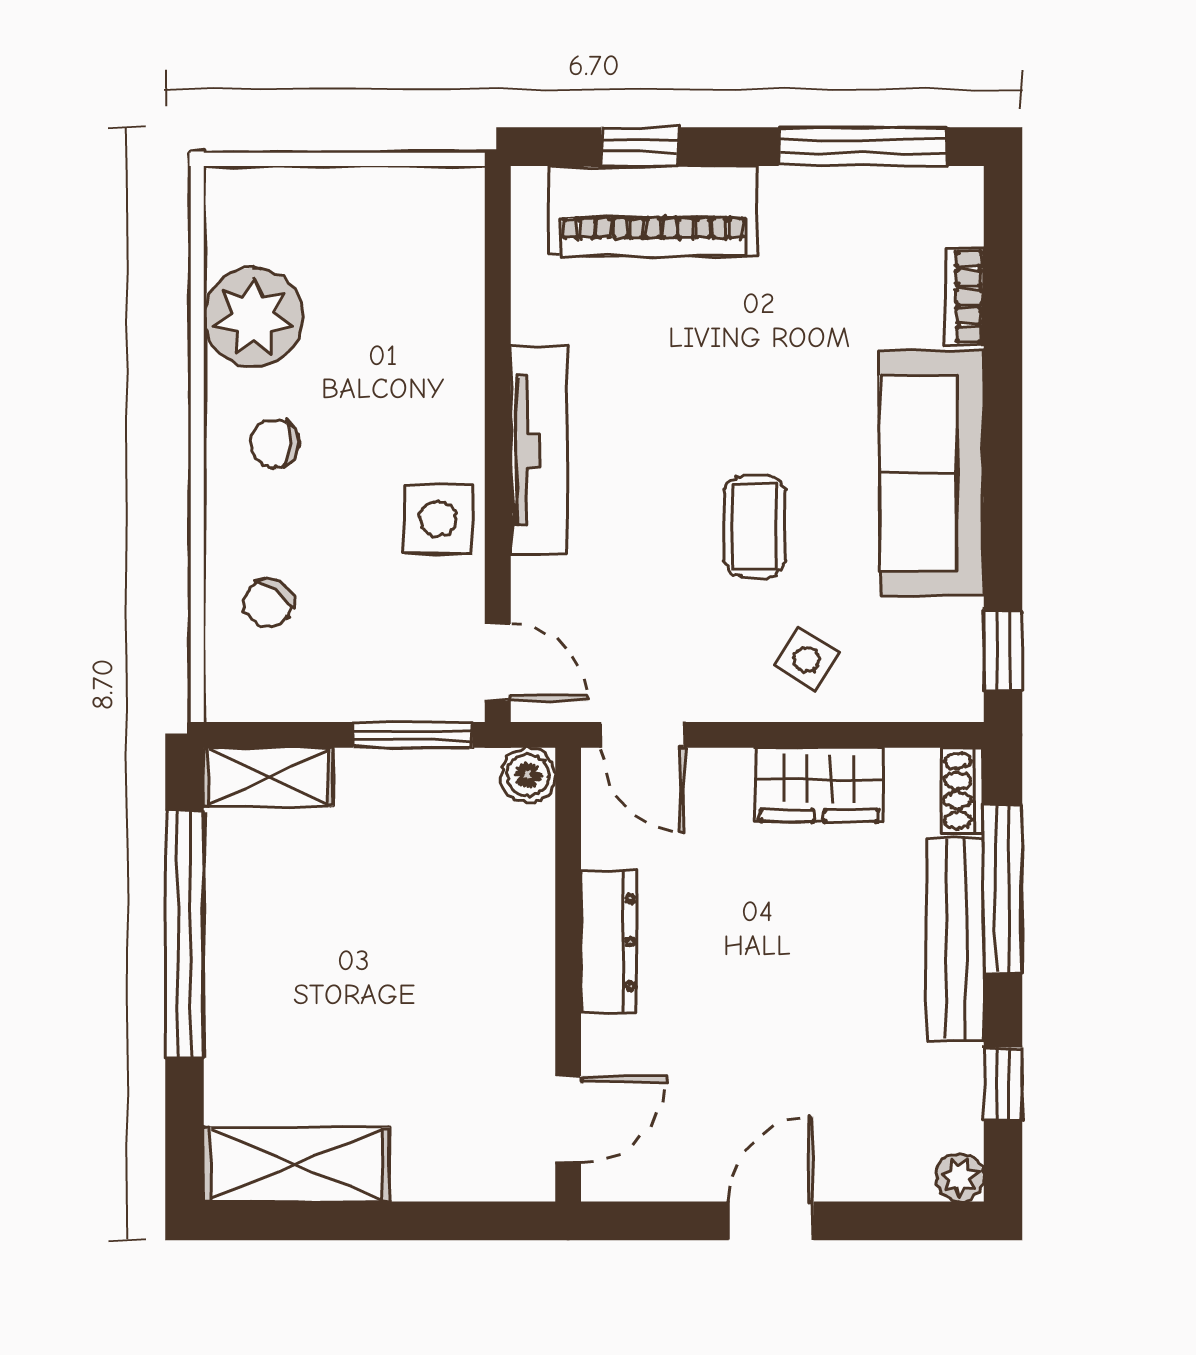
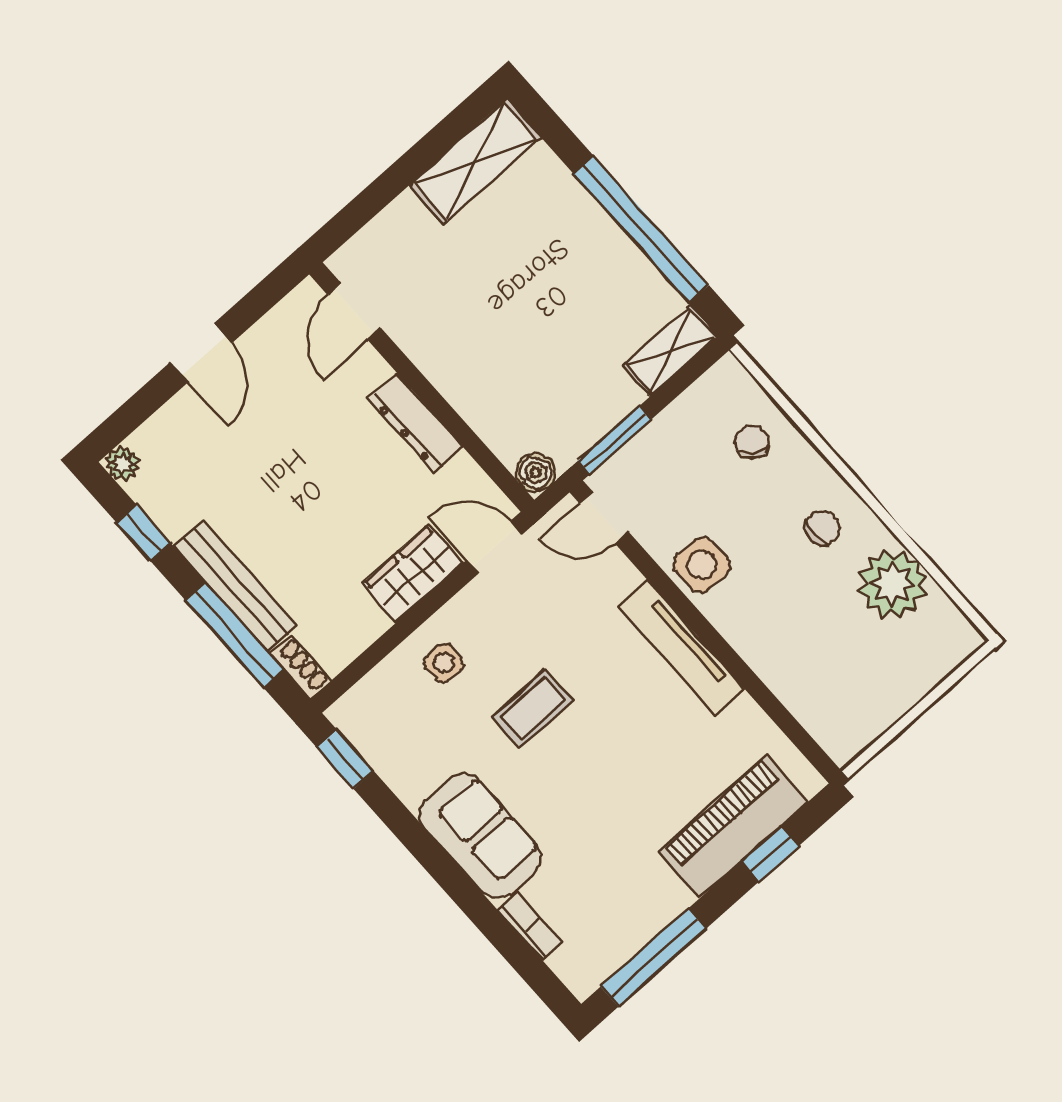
sofa: (932, 473) -> (480, 836), width x0.73
coffee table: (755, 526) -> (533, 709), turned 90
side table: (806, 660) -> (444, 663), turned -33
wardrobe: (819, 785) -> (413, 573), moved

